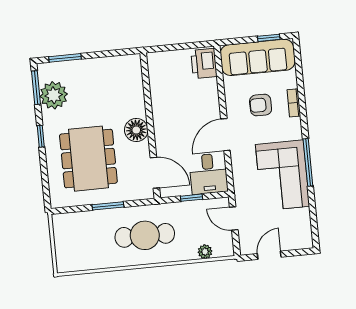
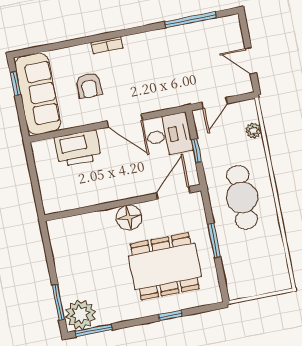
printer: (204, 64) -> (78, 148), moved, width x1.37, depth x1.19
plant: (54, 95) -> (80, 314), moved
bookcase: (294, 103) -> (107, 45), moved
window: (41, 136) -> (170, 315), moved
window: (308, 162) -> (191, 20), moved
corner sofa: (283, 175) -> (163, 55), removed

